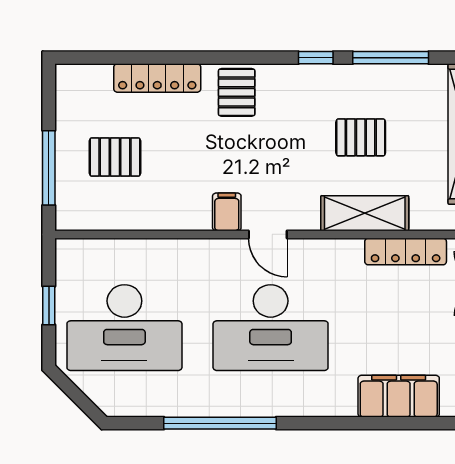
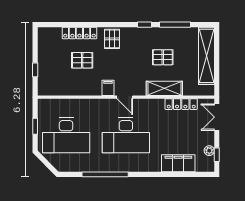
pallet: (115, 157) -> (82, 60), moved
window: (49, 168) -> (35, 70), width x0.46

